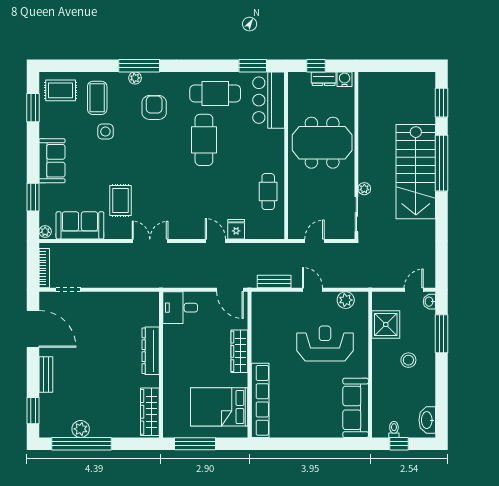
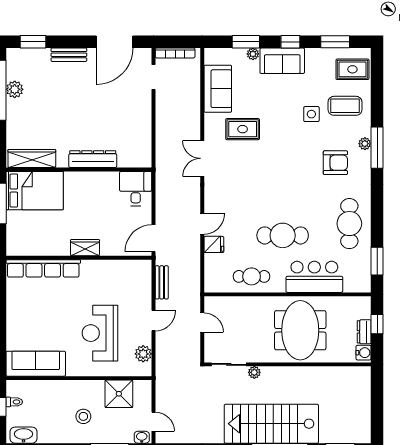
rug: (61, 90) -> (352, 69), turned 90
bar counter: (269, 100) -> (314, 277), moved
cafe table: (204, 140) -> (283, 235), moved
window: (33, 153) -> (290, 42), added
plant: (45, 232) -> (253, 54), moved
double door: (150, 241) -> (202, 158), swing flipped
reception desk: (325, 344) -> (100, 333), turned 180
wardrobe: (239, 351) -> (85, 248), width x0.67
bed: (219, 407) -> (35, 191), moved, turned 90

